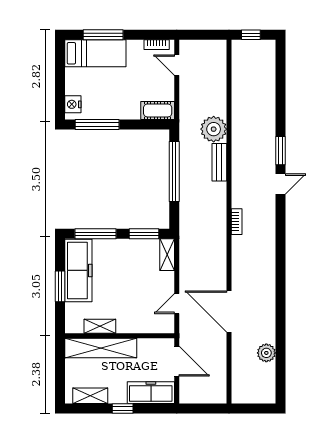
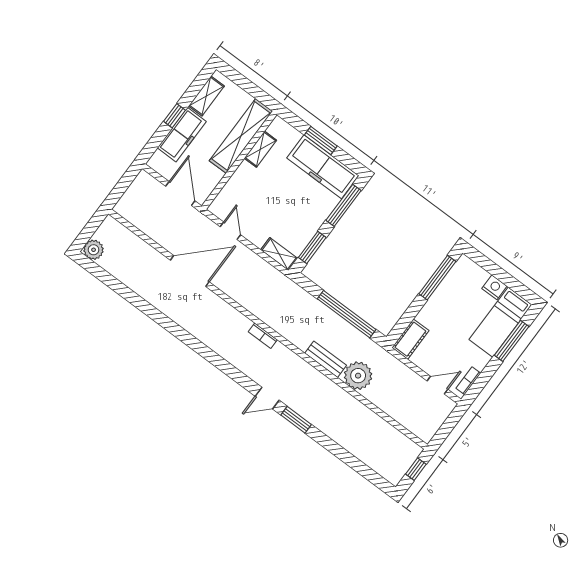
nightstand: (73, 104) -> (494, 287), moved
door: (280, 184) -> (267, 398), hinge flipped
plant: (266, 353) -> (94, 250), moved
door: (177, 361) -> (180, 193), swing flipped
freezer: (151, 393) -> (182, 135), moved

